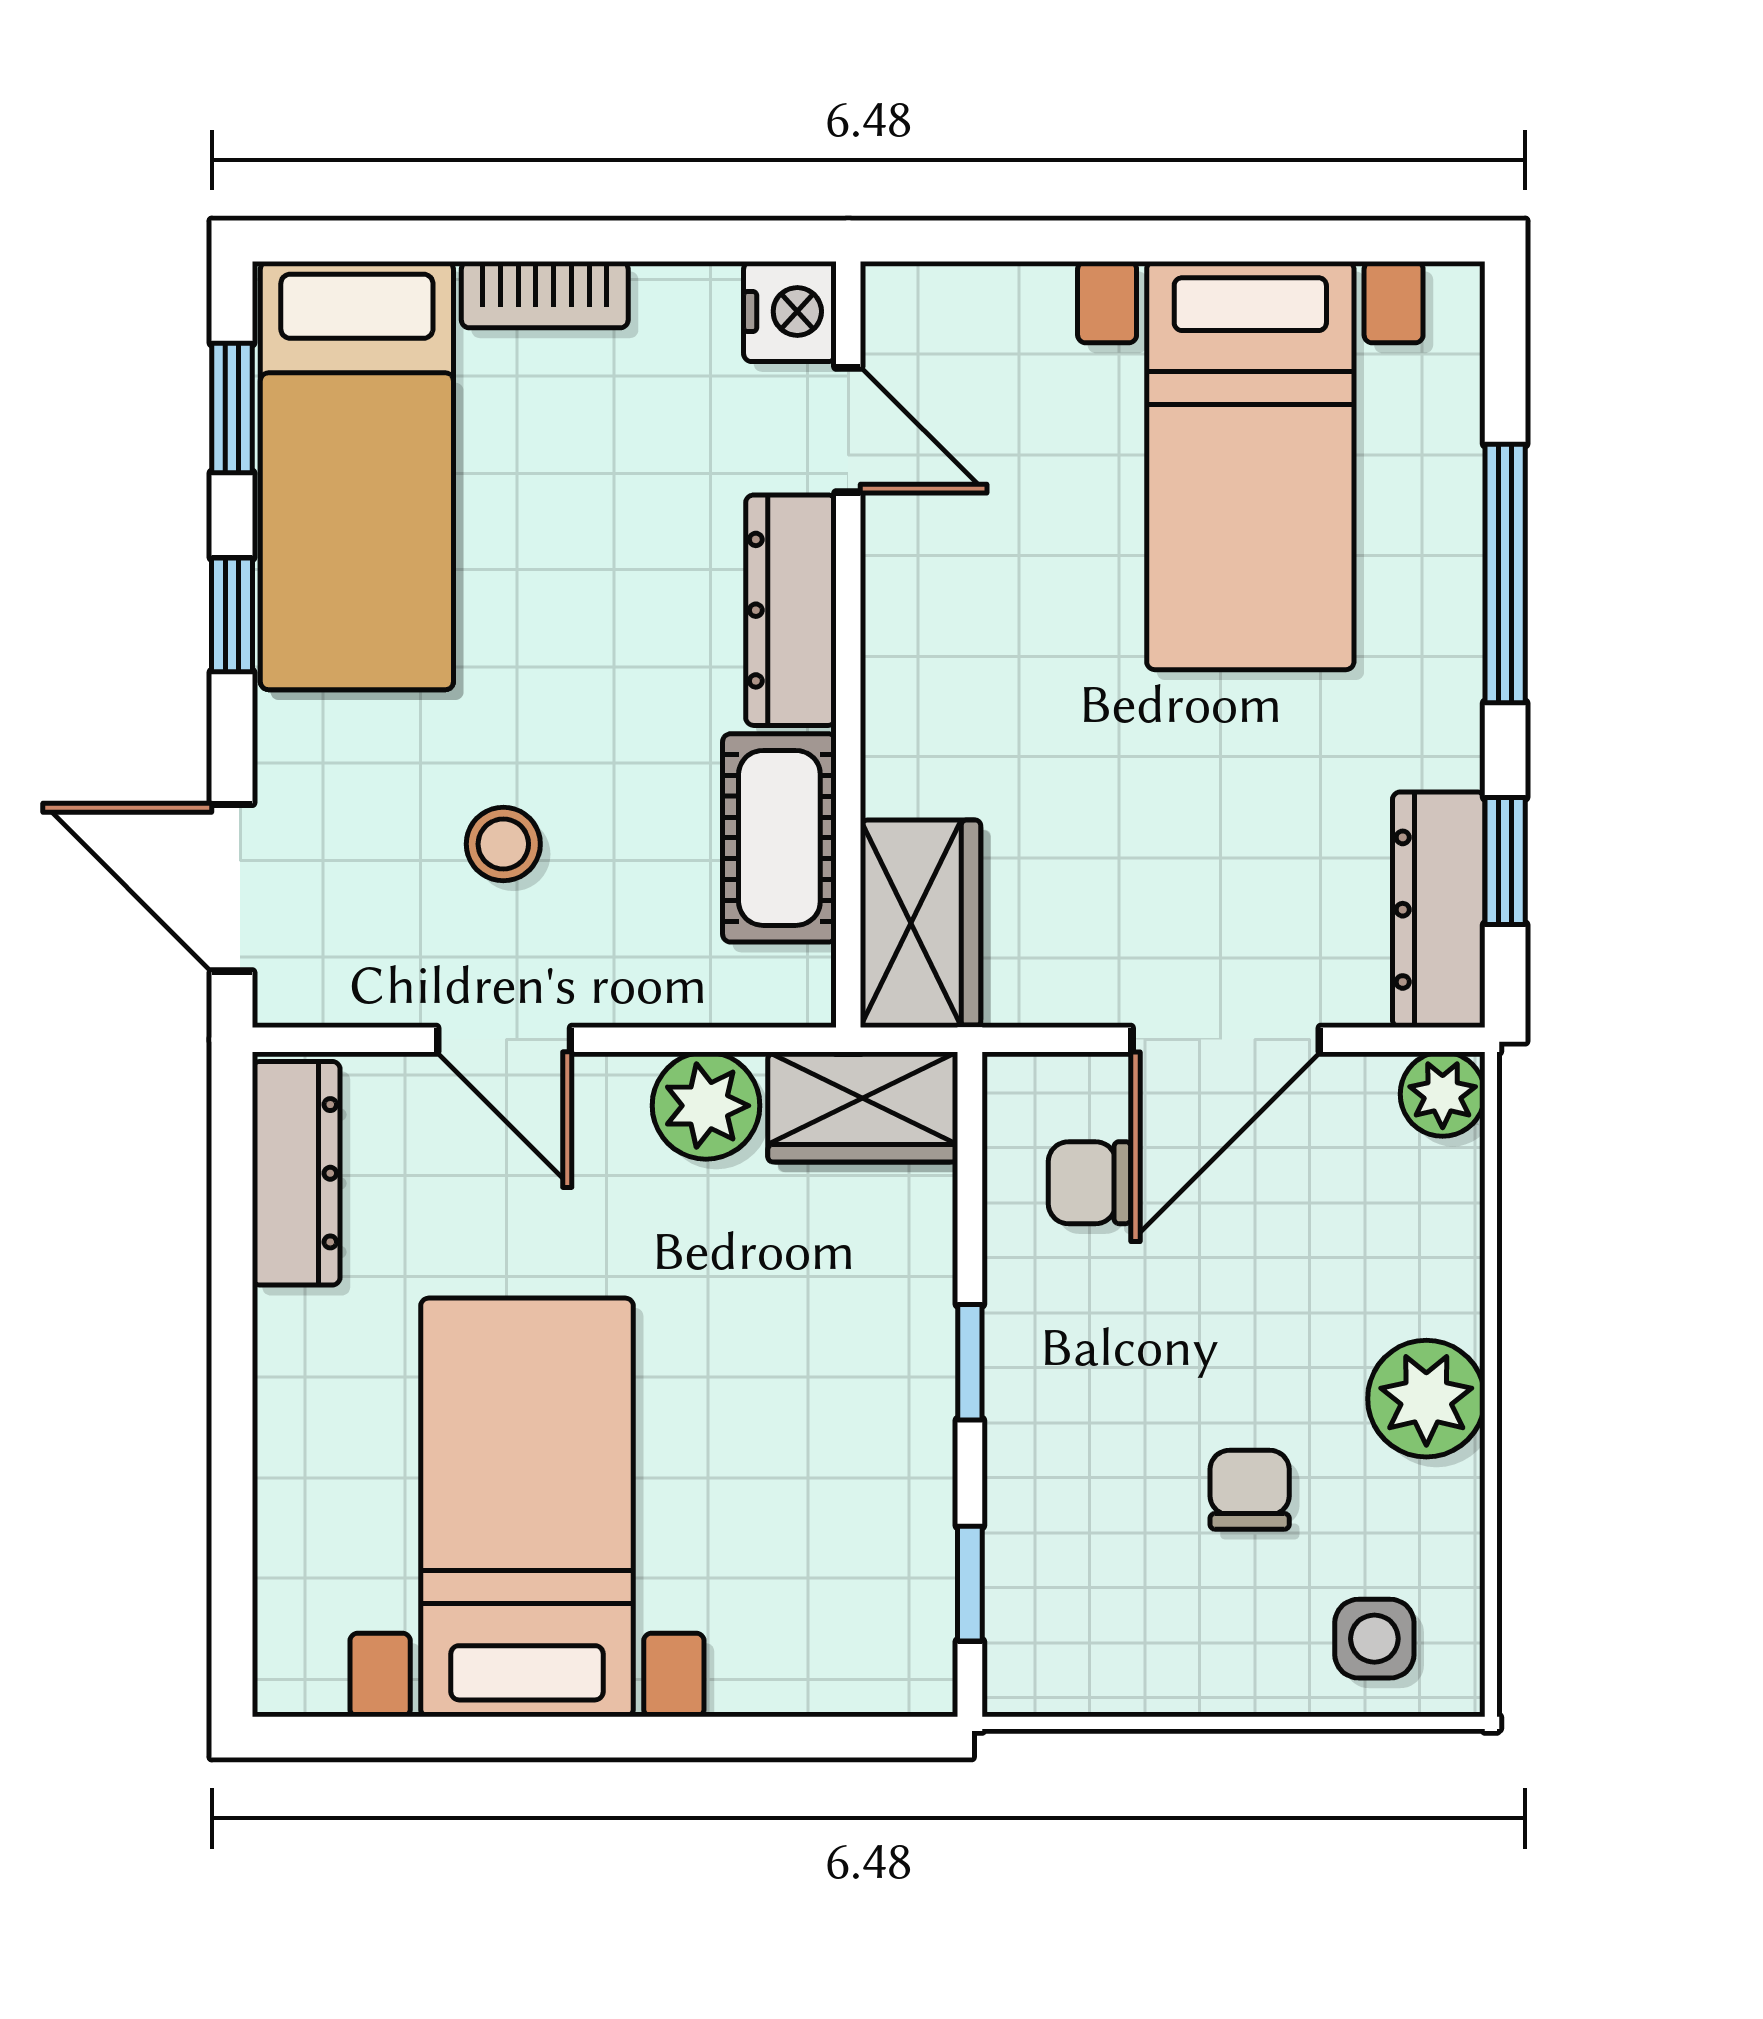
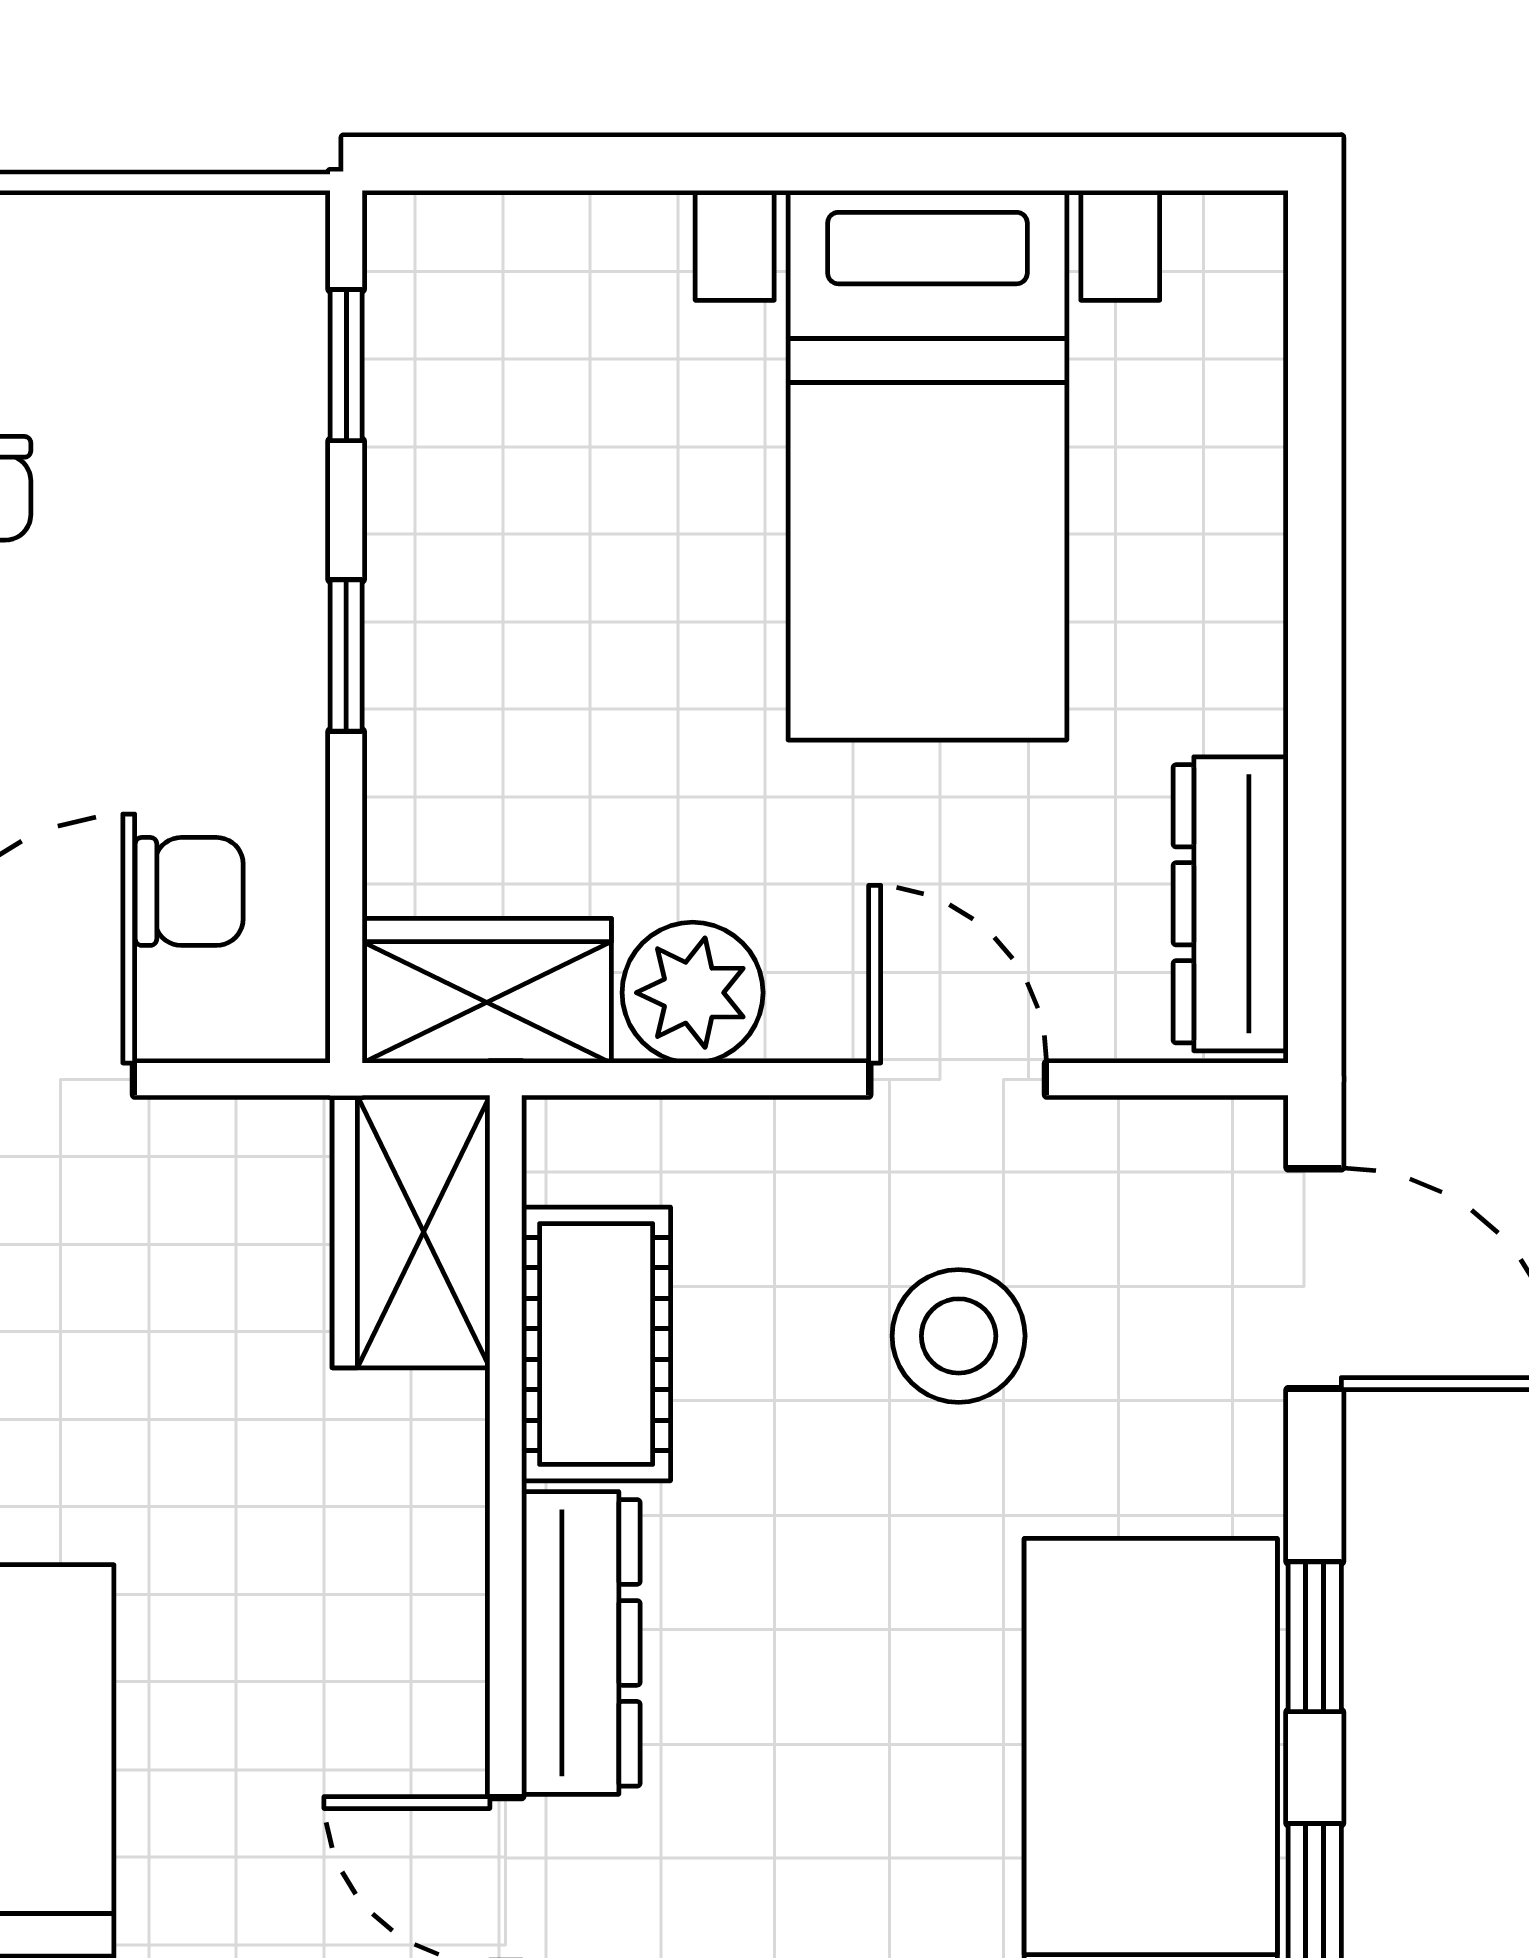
stool: (503, 844) -> (959, 1336), width x1.37, depth x1.37

